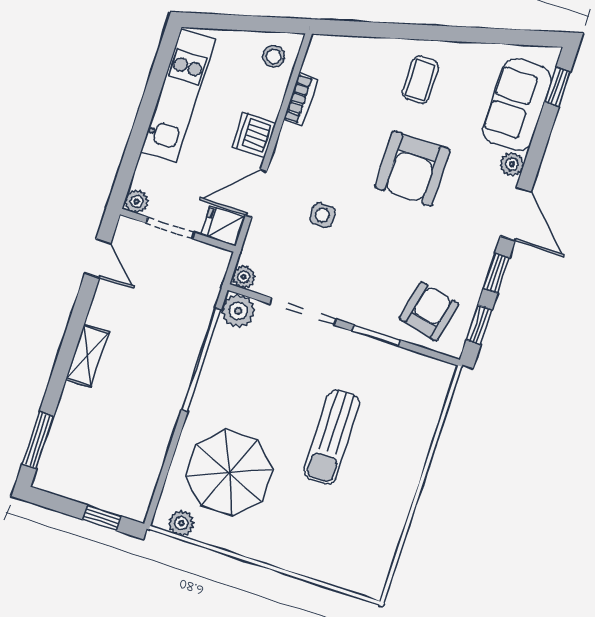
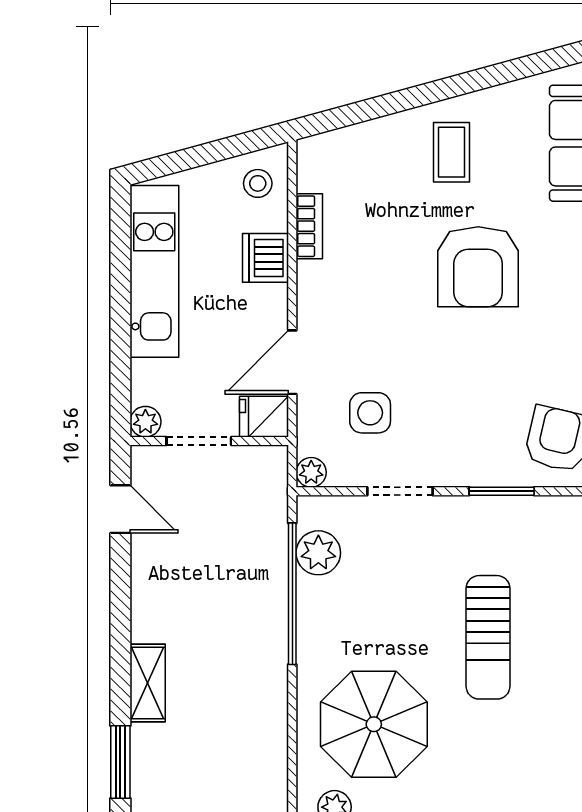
dishwasher: (254, 135) -> (266, 258), moved
side table: (322, 215) -> (370, 413), moved, width x1.37, depth x1.37
plant: (238, 311) -> (318, 553), moved
doorway: (303, 312) -> (400, 491), width x0.73
shelving: (87, 356) -> (148, 683), moved

